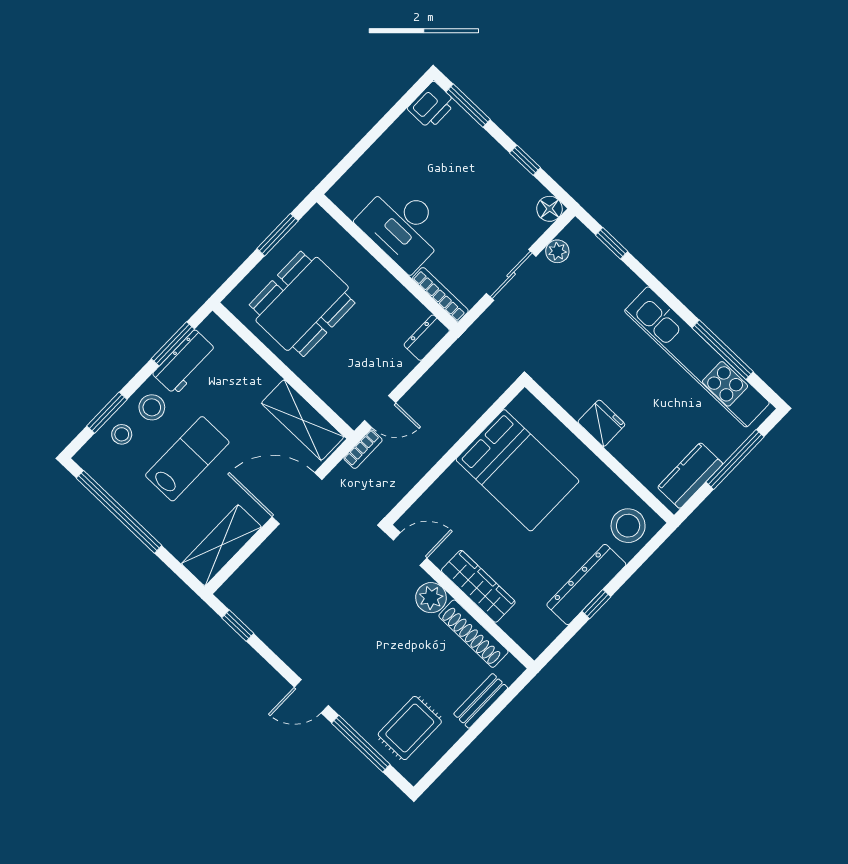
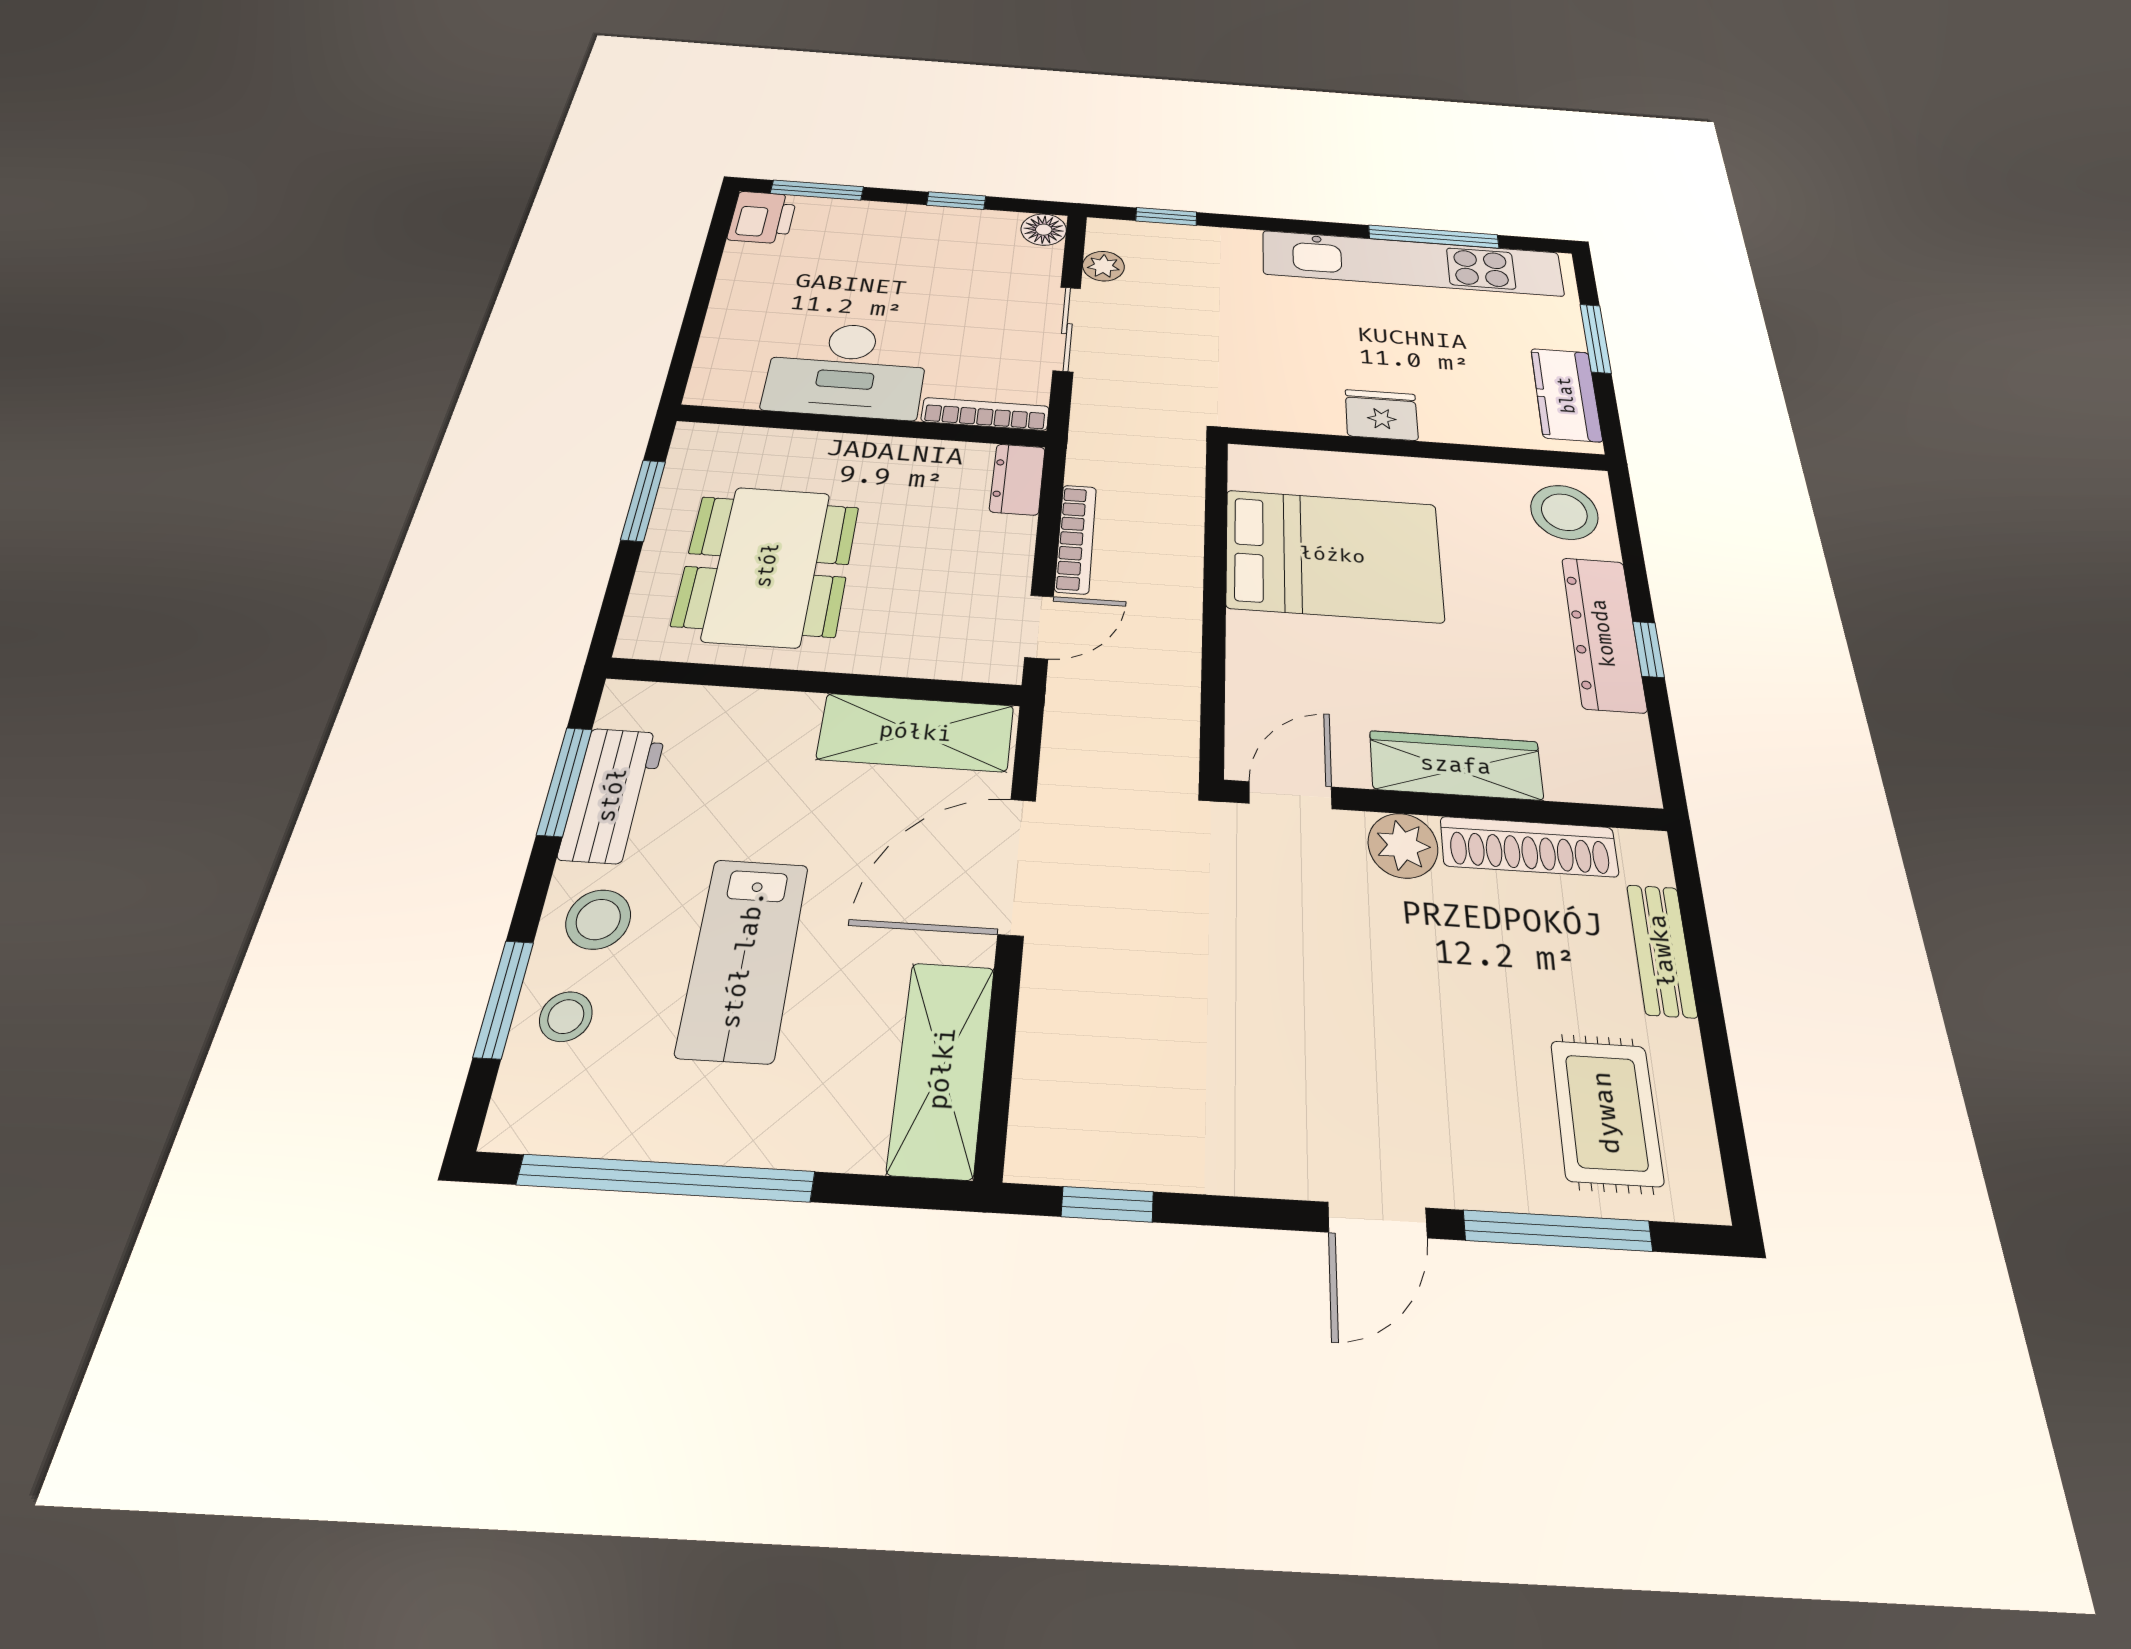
bookcase: (363, 449) -> (1076, 539), moved, width x1.56
lab bench: (187, 459) -> (743, 959), turned 180
window: (735, 459) -> (1596, 338), width x0.69

